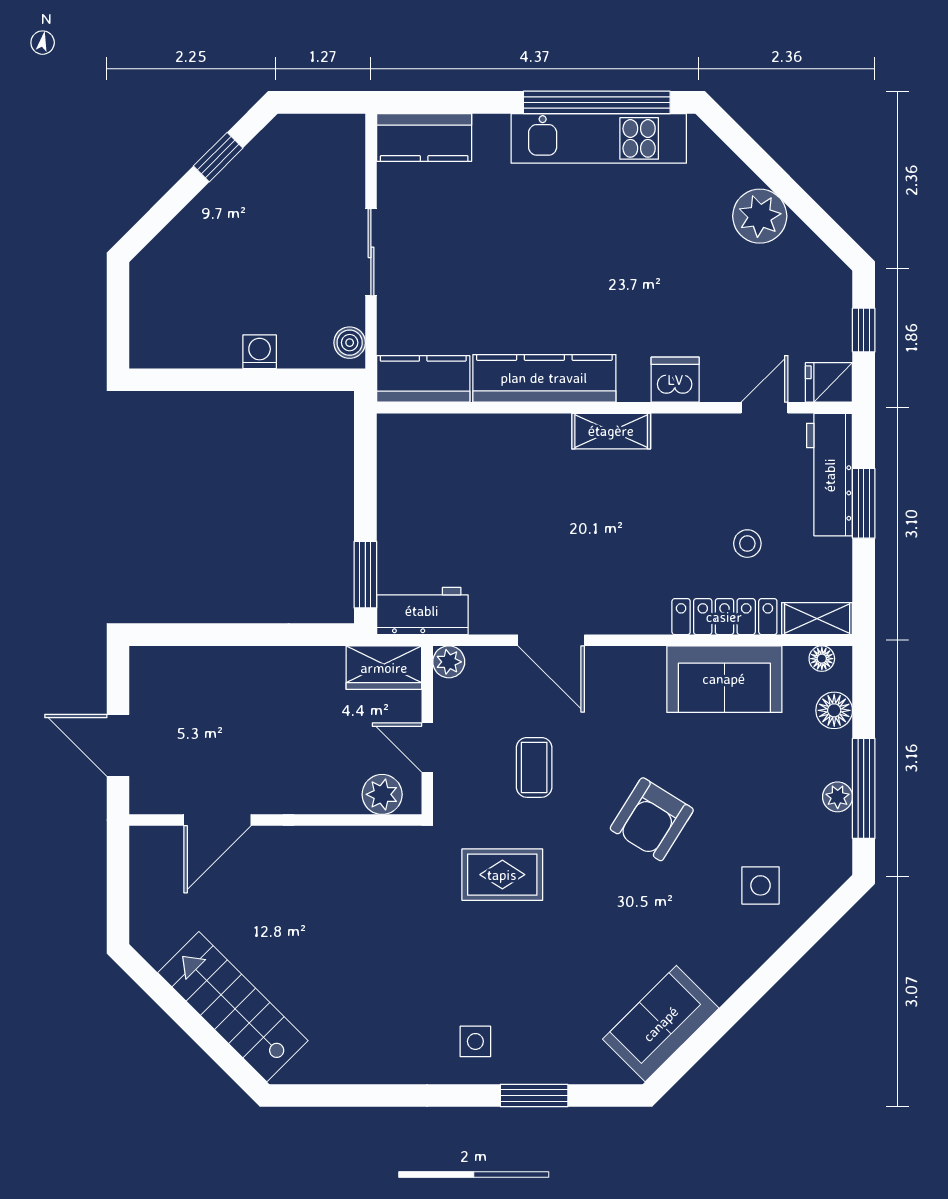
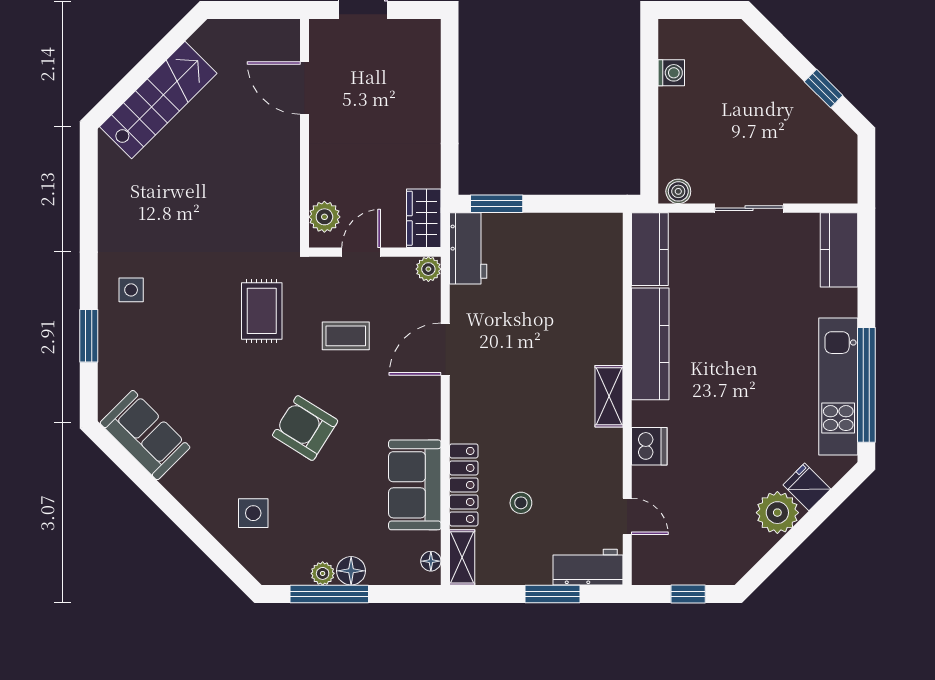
washing machine: (260, 352) -> (671, 73), moved
fridge: (829, 382) -> (807, 487), moved, turned -45
workbench: (830, 475) -> (588, 567), width x0.73
floor lamp: (834, 710) -> (351, 571), moved

